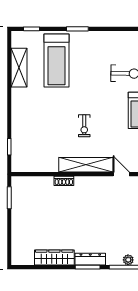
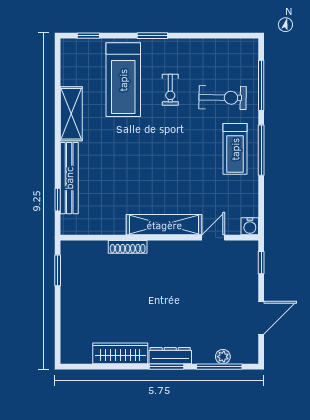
shelving: (19, 68) -> (71, 114), moved
exercise bike: (84, 126) -> (170, 90), moved
bench: (18, 131) -> (69, 178), added
door: (121, 174) -> (213, 238), hinge flipped
shoe rack: (64, 181) -> (128, 247), width x1.43

